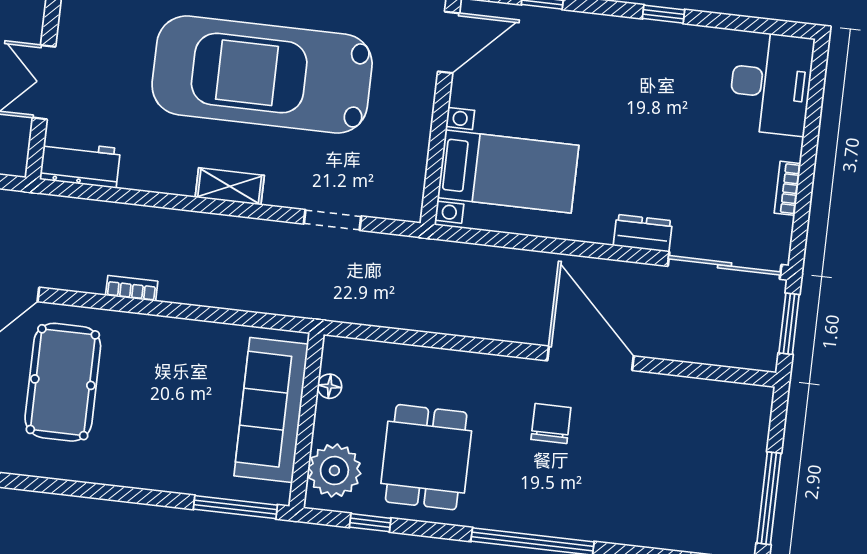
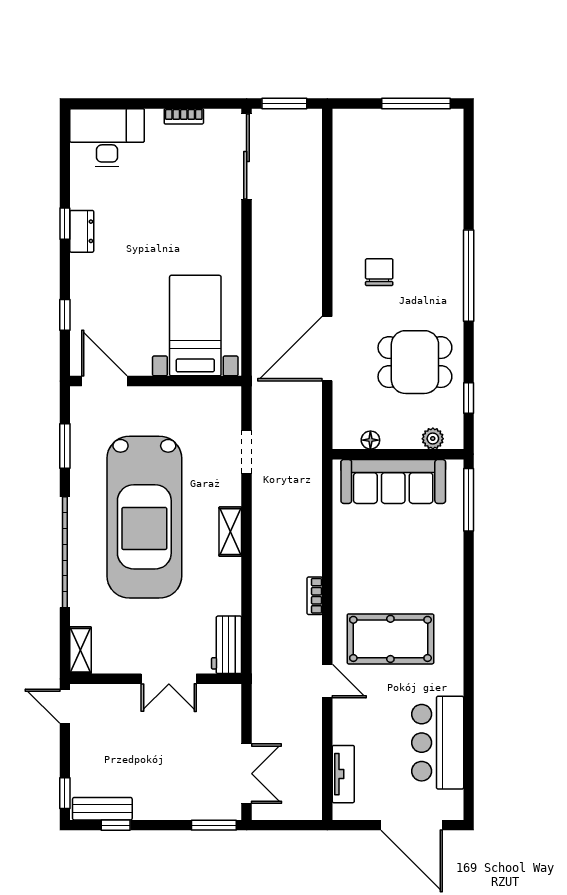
dresser: (643, 233) -> (82, 231), moved, turned 180
door: (591, 358) -> (327, 349), moved
chair: (551, 423) -> (379, 272), turned 90
plant: (334, 471) -> (433, 439), width x0.53, depth x0.53

